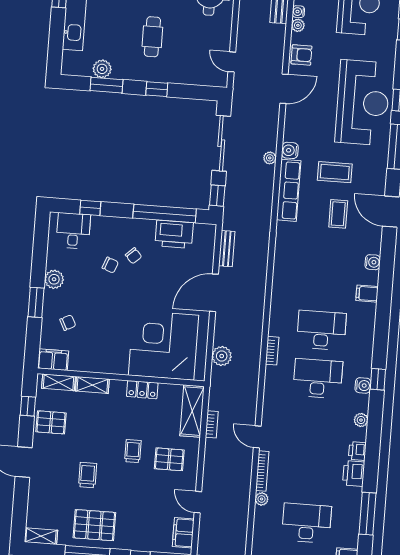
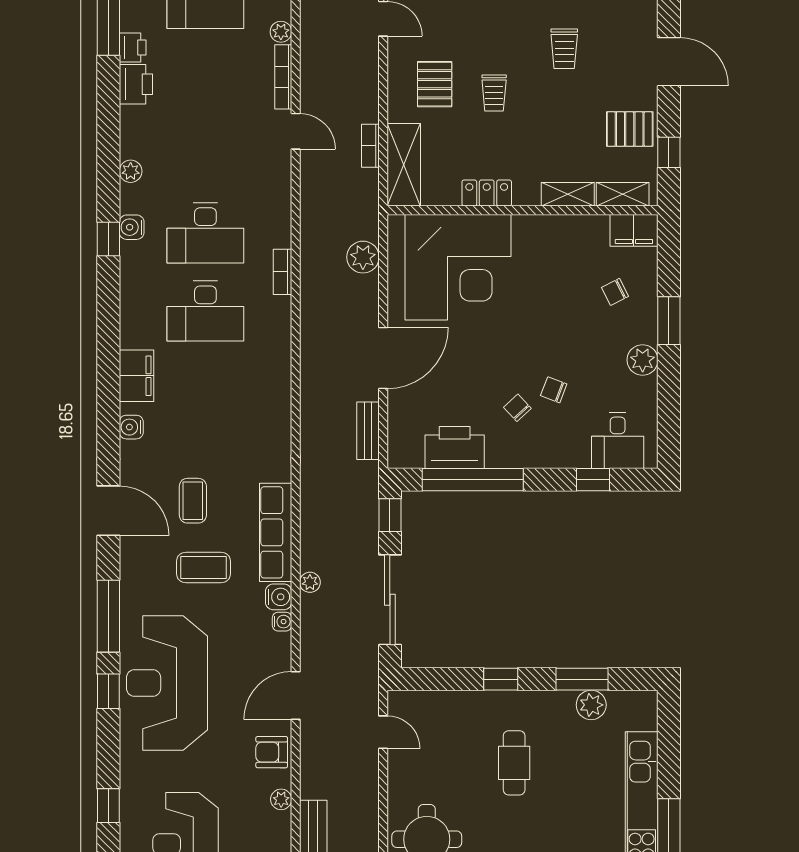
water cooler: (298, 12) -> (282, 622), moved
filing cabinet: (367, 294) -> (136, 376), width x2.00
printer: (357, 451) -> (133, 47), moved
pallet: (169, 459) -> (435, 84), turned 90

